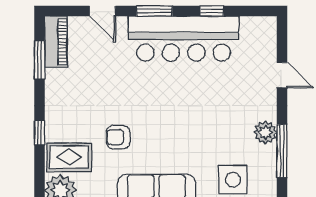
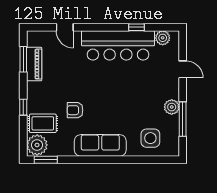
window: (154, 11) -> (99, 27), removed
plant: (252, 27) -> (163, 38), added
piano: (56, 42) -> (34, 64), moved

